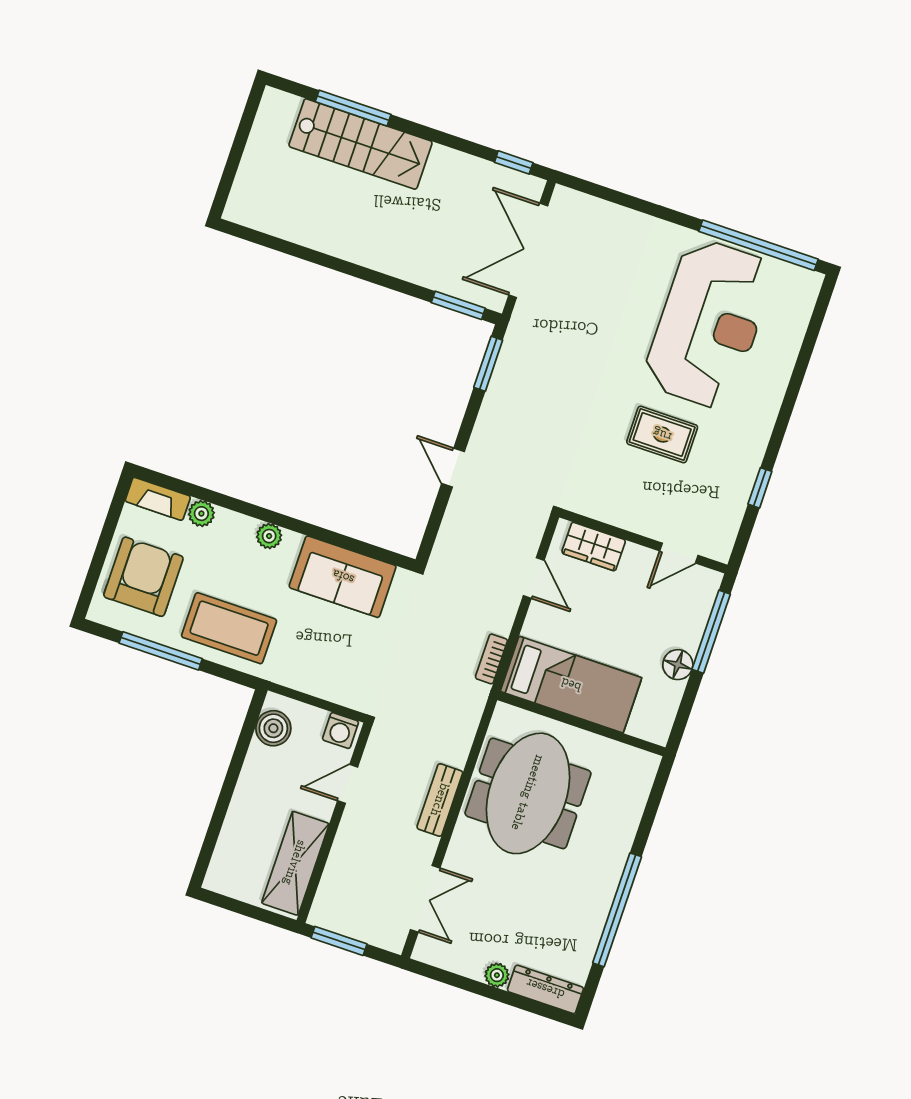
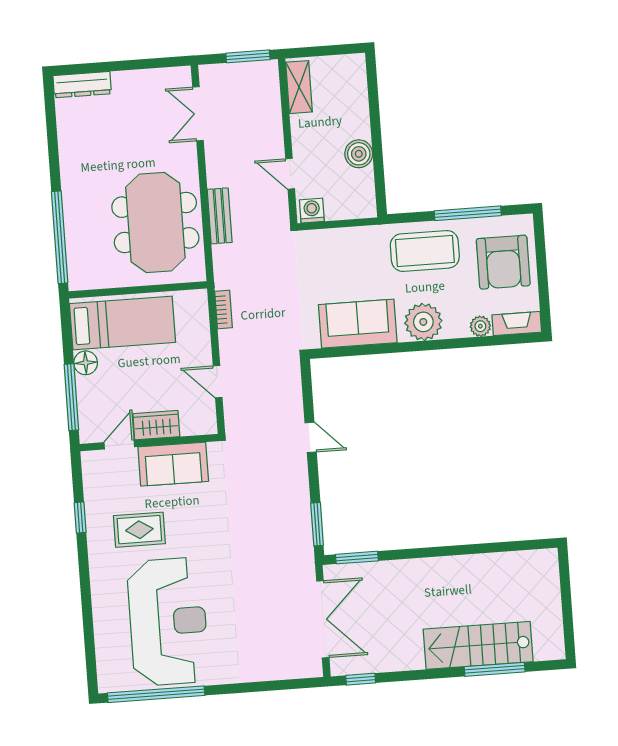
reception desk: (709, 324) -> (168, 622), turned 180
rug: (662, 435) -> (139, 530), moved
sofa: (626, 504) -> (173, 464), added
plant: (269, 536) -> (423, 322), width x1.88, depth x1.88
wardrobe: (594, 547) -> (156, 425), moved
bed: (571, 685) -> (122, 323), moved, turned 180
boiler: (273, 728) -> (359, 154), moved
door: (348, 784) -> (290, 174), swing flipped
bench: (440, 800) -> (220, 216), moved
shelving: (295, 863) -> (299, 87), width x0.67, depth x0.75
window: (617, 910) -> (60, 237), moved
plant: (497, 975) -> (122, 80), removed

